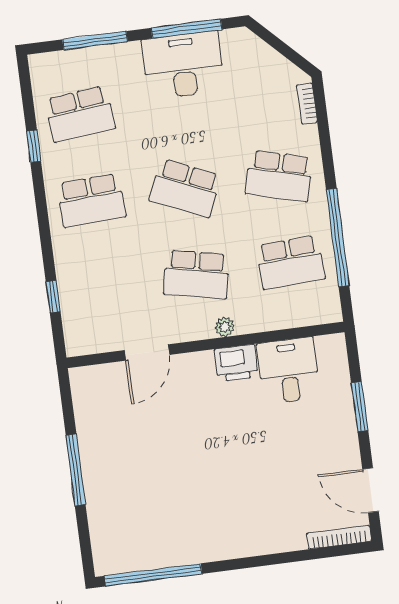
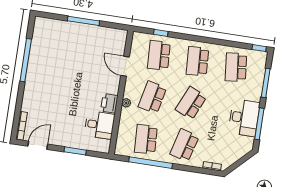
window: (34, 146) -> (259, 48), moved
school desk: (102, 287) -> (159, 55), added
window: (153, 575) -> (26, 60), moved

